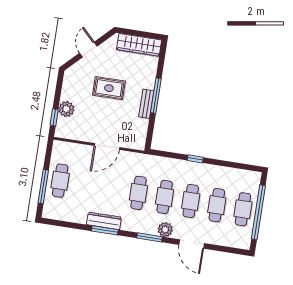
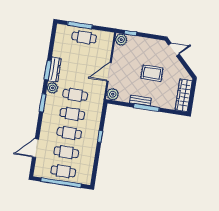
door: (88, 50) -> (174, 49), moved
rug: (109, 88) -> (152, 73), turned 90
plant: (66, 109) -> (121, 40), moved
plant: (138, 142) -> (113, 94), added
door: (107, 147) -> (109, 72), hinge flipped
plant: (165, 230) -> (53, 88), moved
door: (192, 244) -> (36, 148), moved

